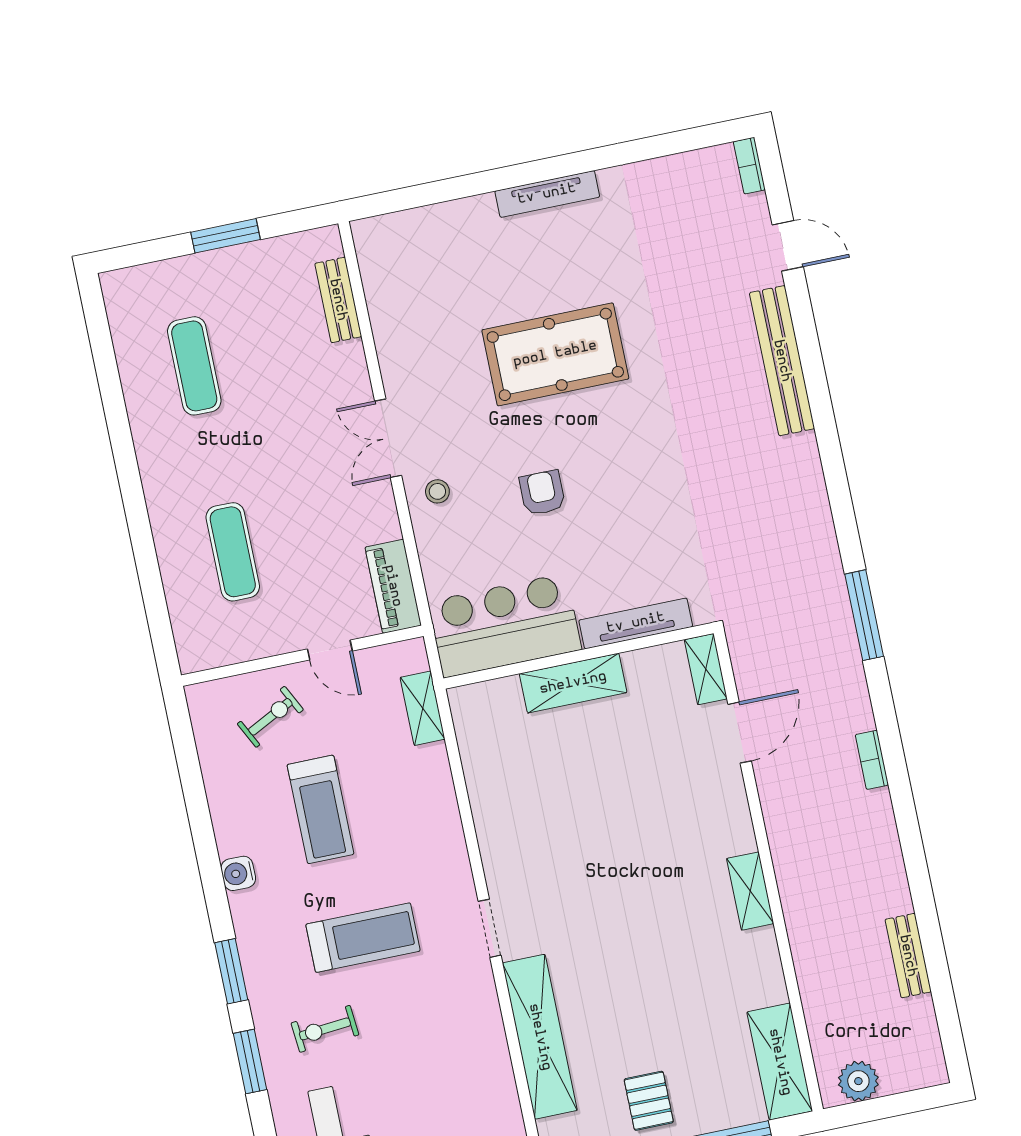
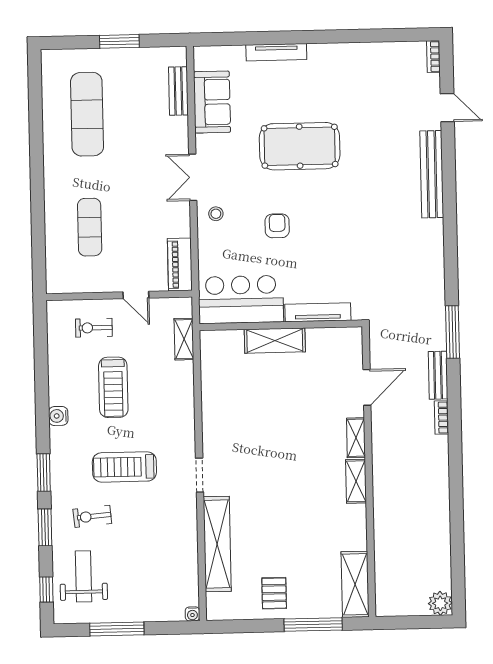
tv unit: (547, 194) -> (276, 52), moved
sofa: (397, 308) -> (212, 102), added
exercise mat: (194, 366) -> (87, 114), width x1.36, depth x1.45
shelving: (706, 669) -> (356, 438), moved
exercise bike: (270, 717) -> (94, 328), turned -153
treadmill: (363, 938) -> (124, 467), turned 180
bench: (908, 956) -> (438, 375), moved
plant: (858, 1081) -> (440, 603), moved

